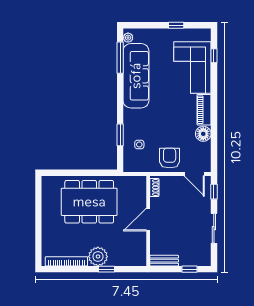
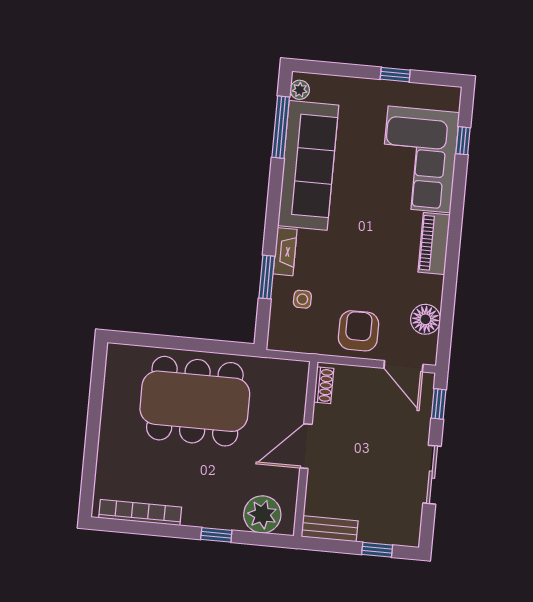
fireplace: (128, 121) -> (285, 252), added
floor lamp: (203, 134) -> (425, 319), moved
plant: (98, 257) -> (262, 514), moved

